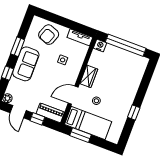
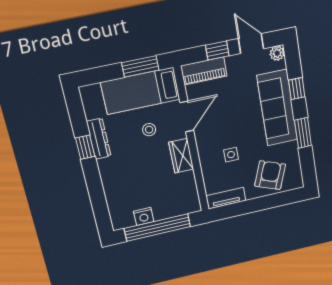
nightstand: (100, 45) -> (144, 216), moved
sofa: (26, 64) -> (277, 108), width x1.36
dresser: (124, 112) -> (99, 139), added

